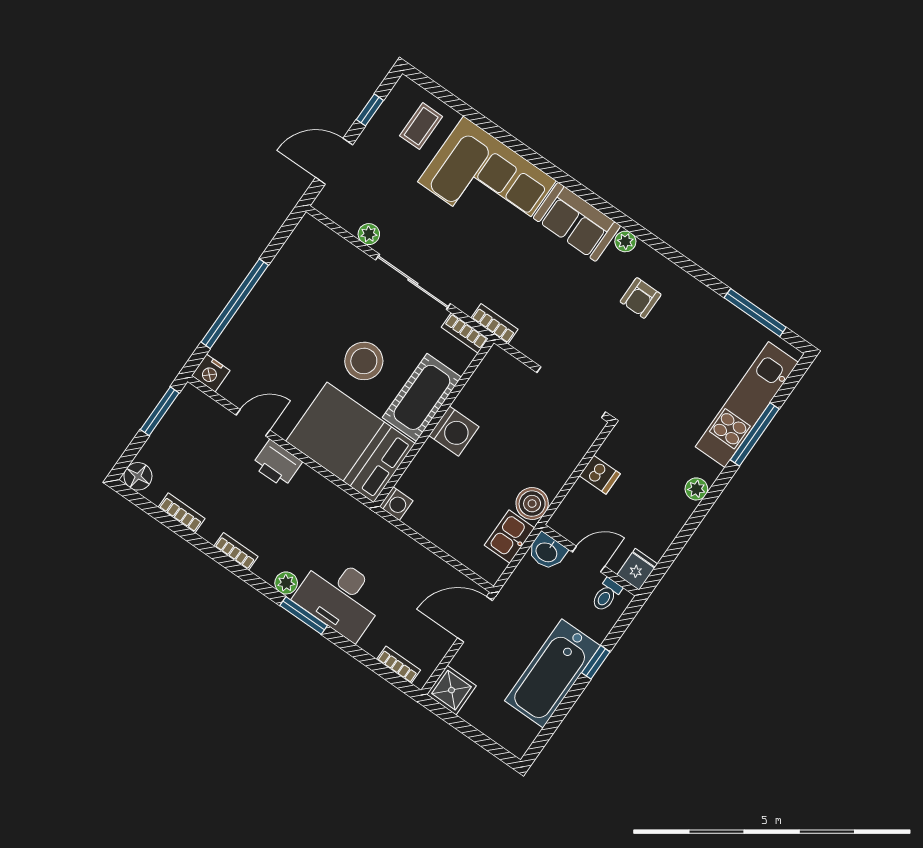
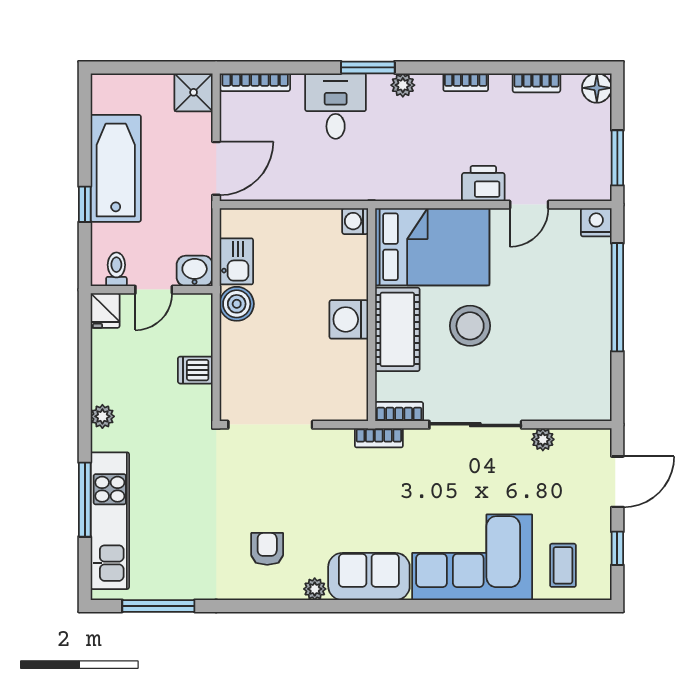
desk: (341, 597) -> (336, 106), width x0.73
bookcase: (399, 665) -> (255, 82), width x1.56

